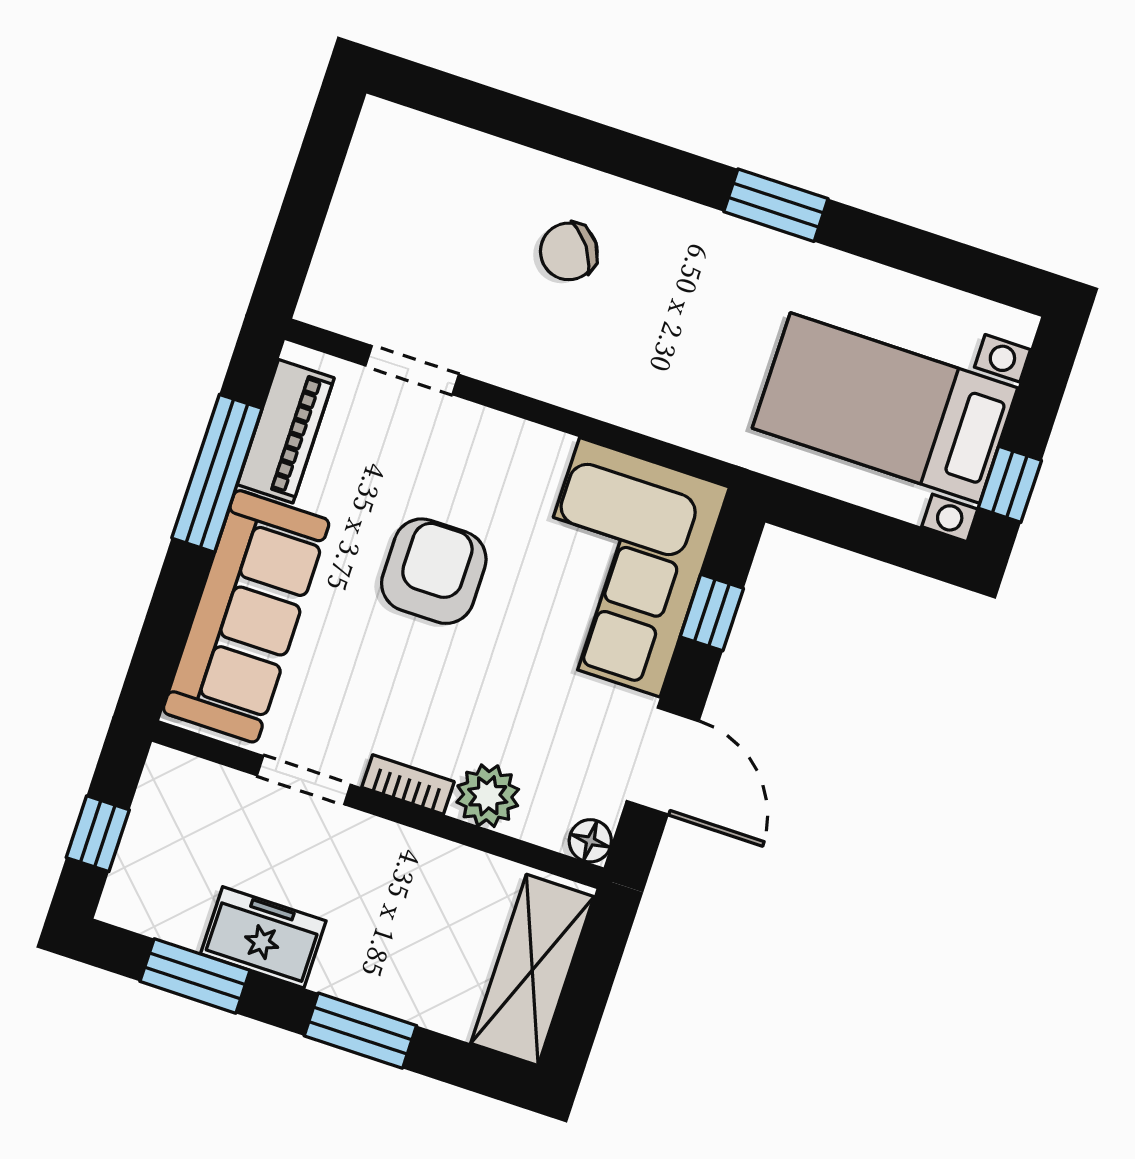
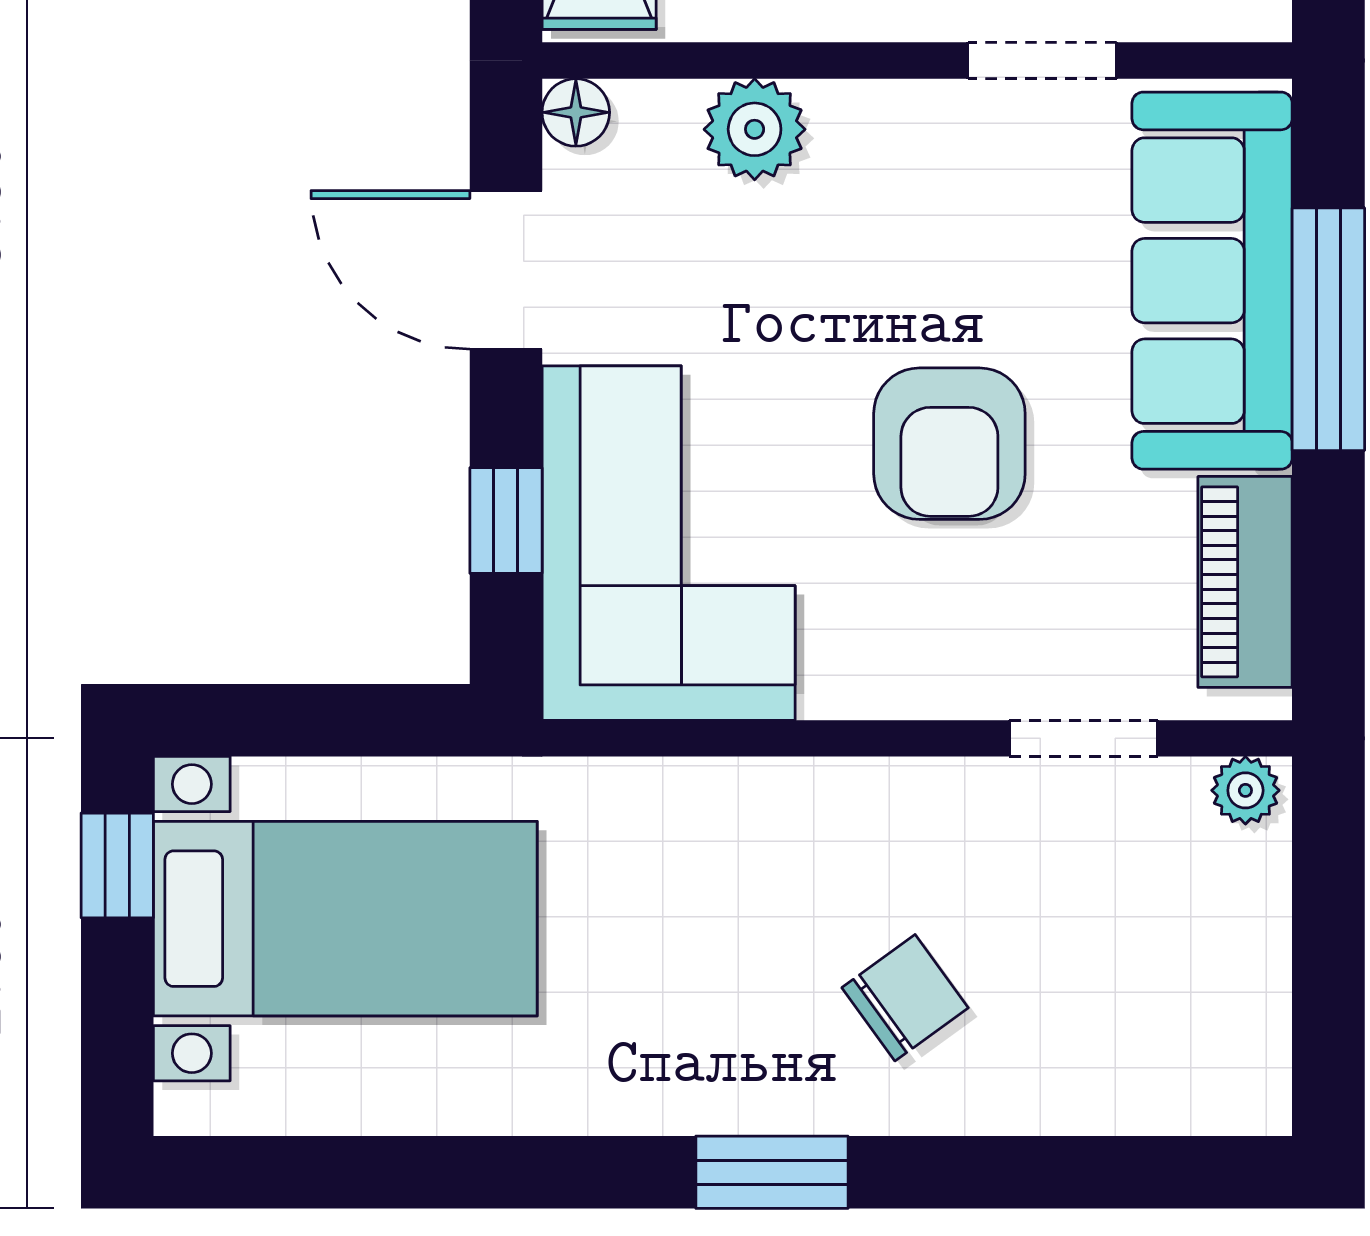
window: (776, 205) -> (772, 1172), moved
plant: (326, 308) -> (1245, 790), added
window: (217, 473) -> (1328, 329), moved
bookcase: (408, 785) -> (881, 106), removed

